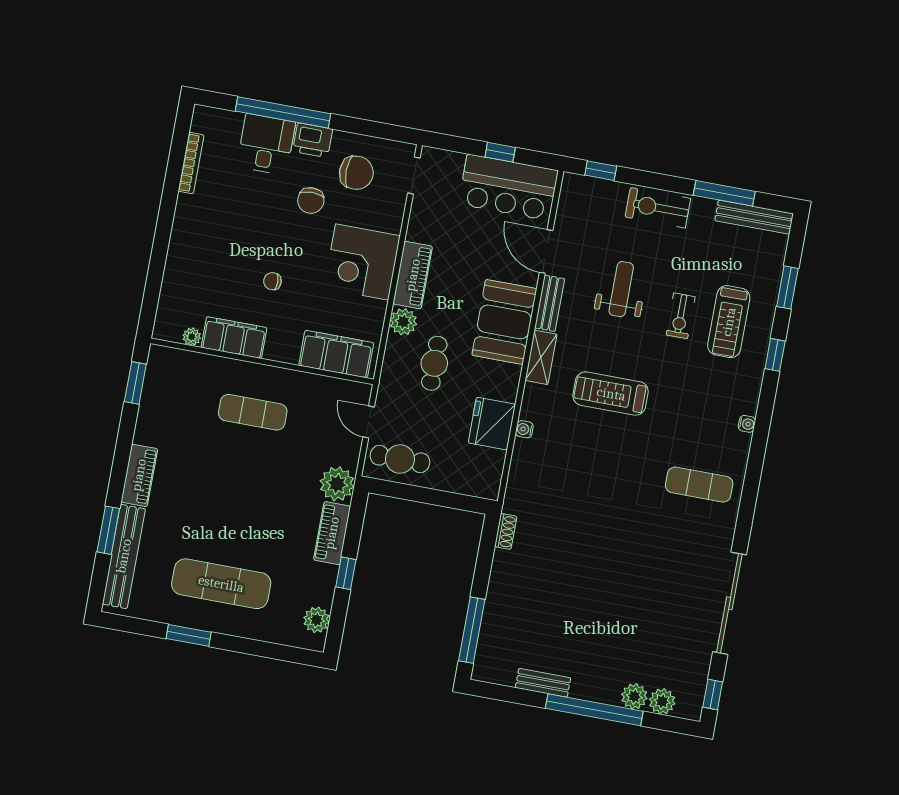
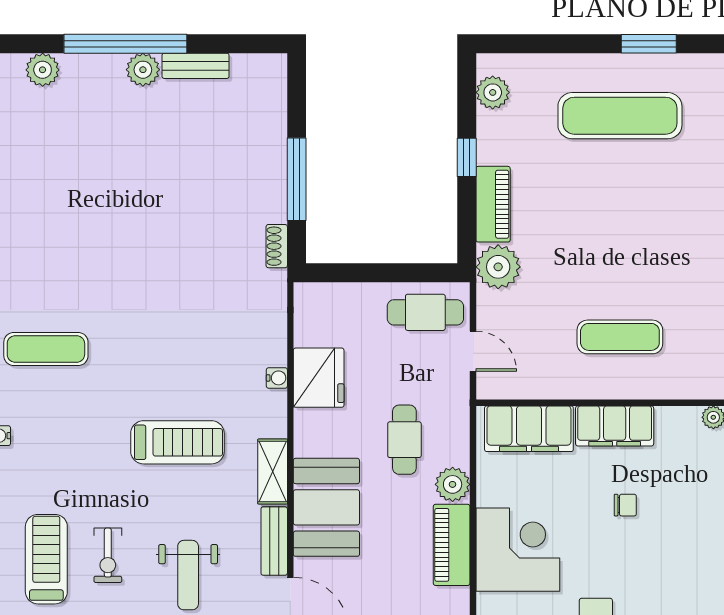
exercise bike: (681, 316) -> (108, 555), turned 180
filing cabinet: (234, 338) -> (615, 426), moved
window: (472, 630) -> (297, 179), moved
plant: (634, 696) -> (143, 70), moved

